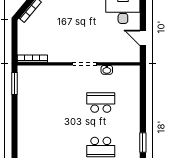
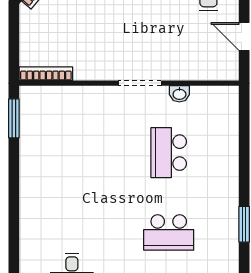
school desk: (101, 103) -> (169, 153), turned -90

